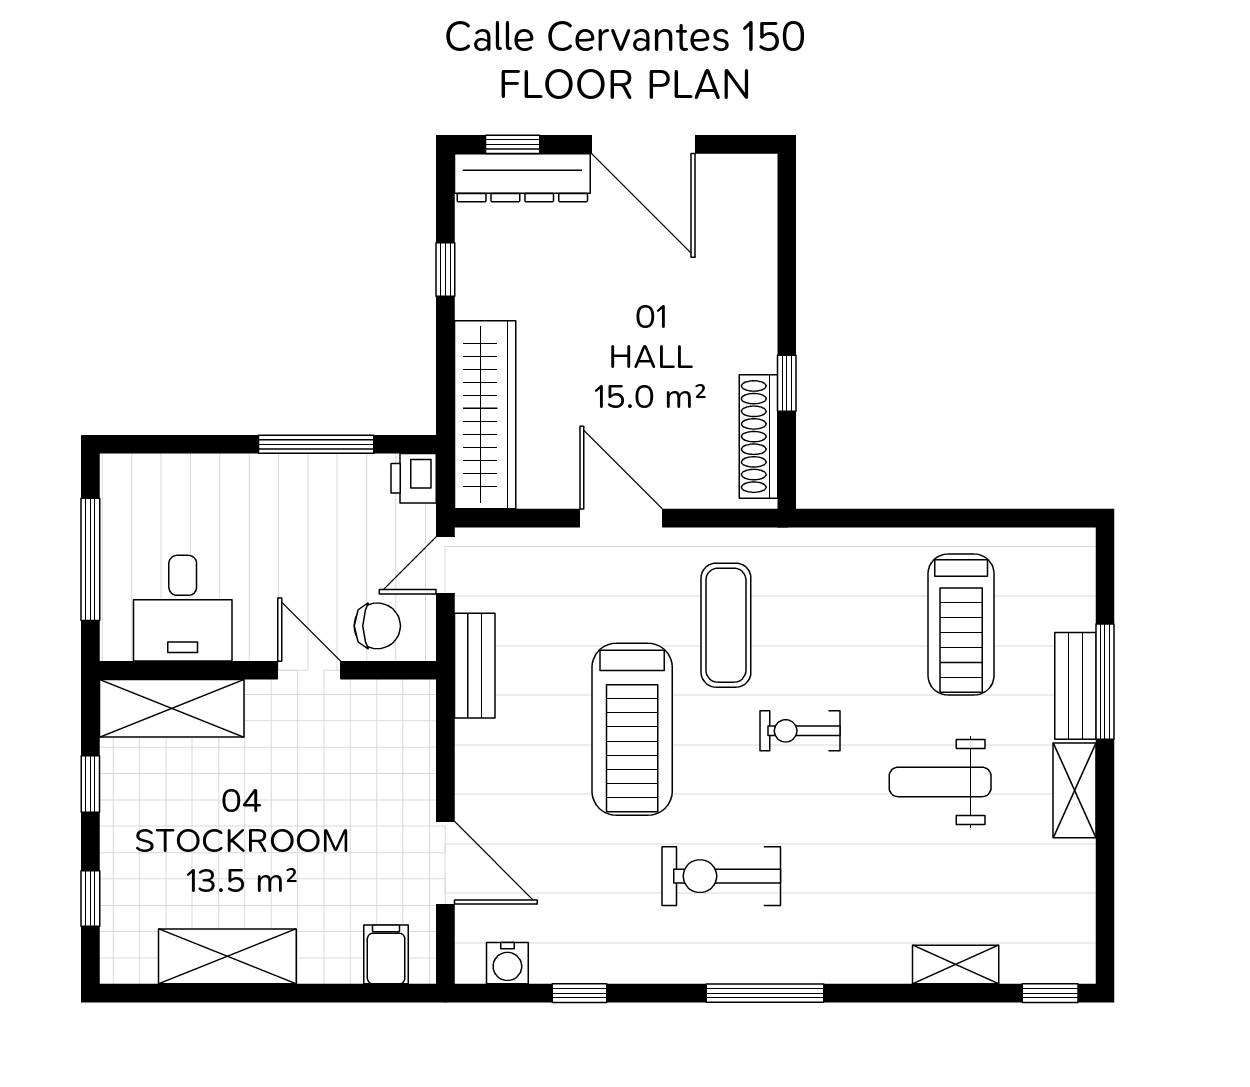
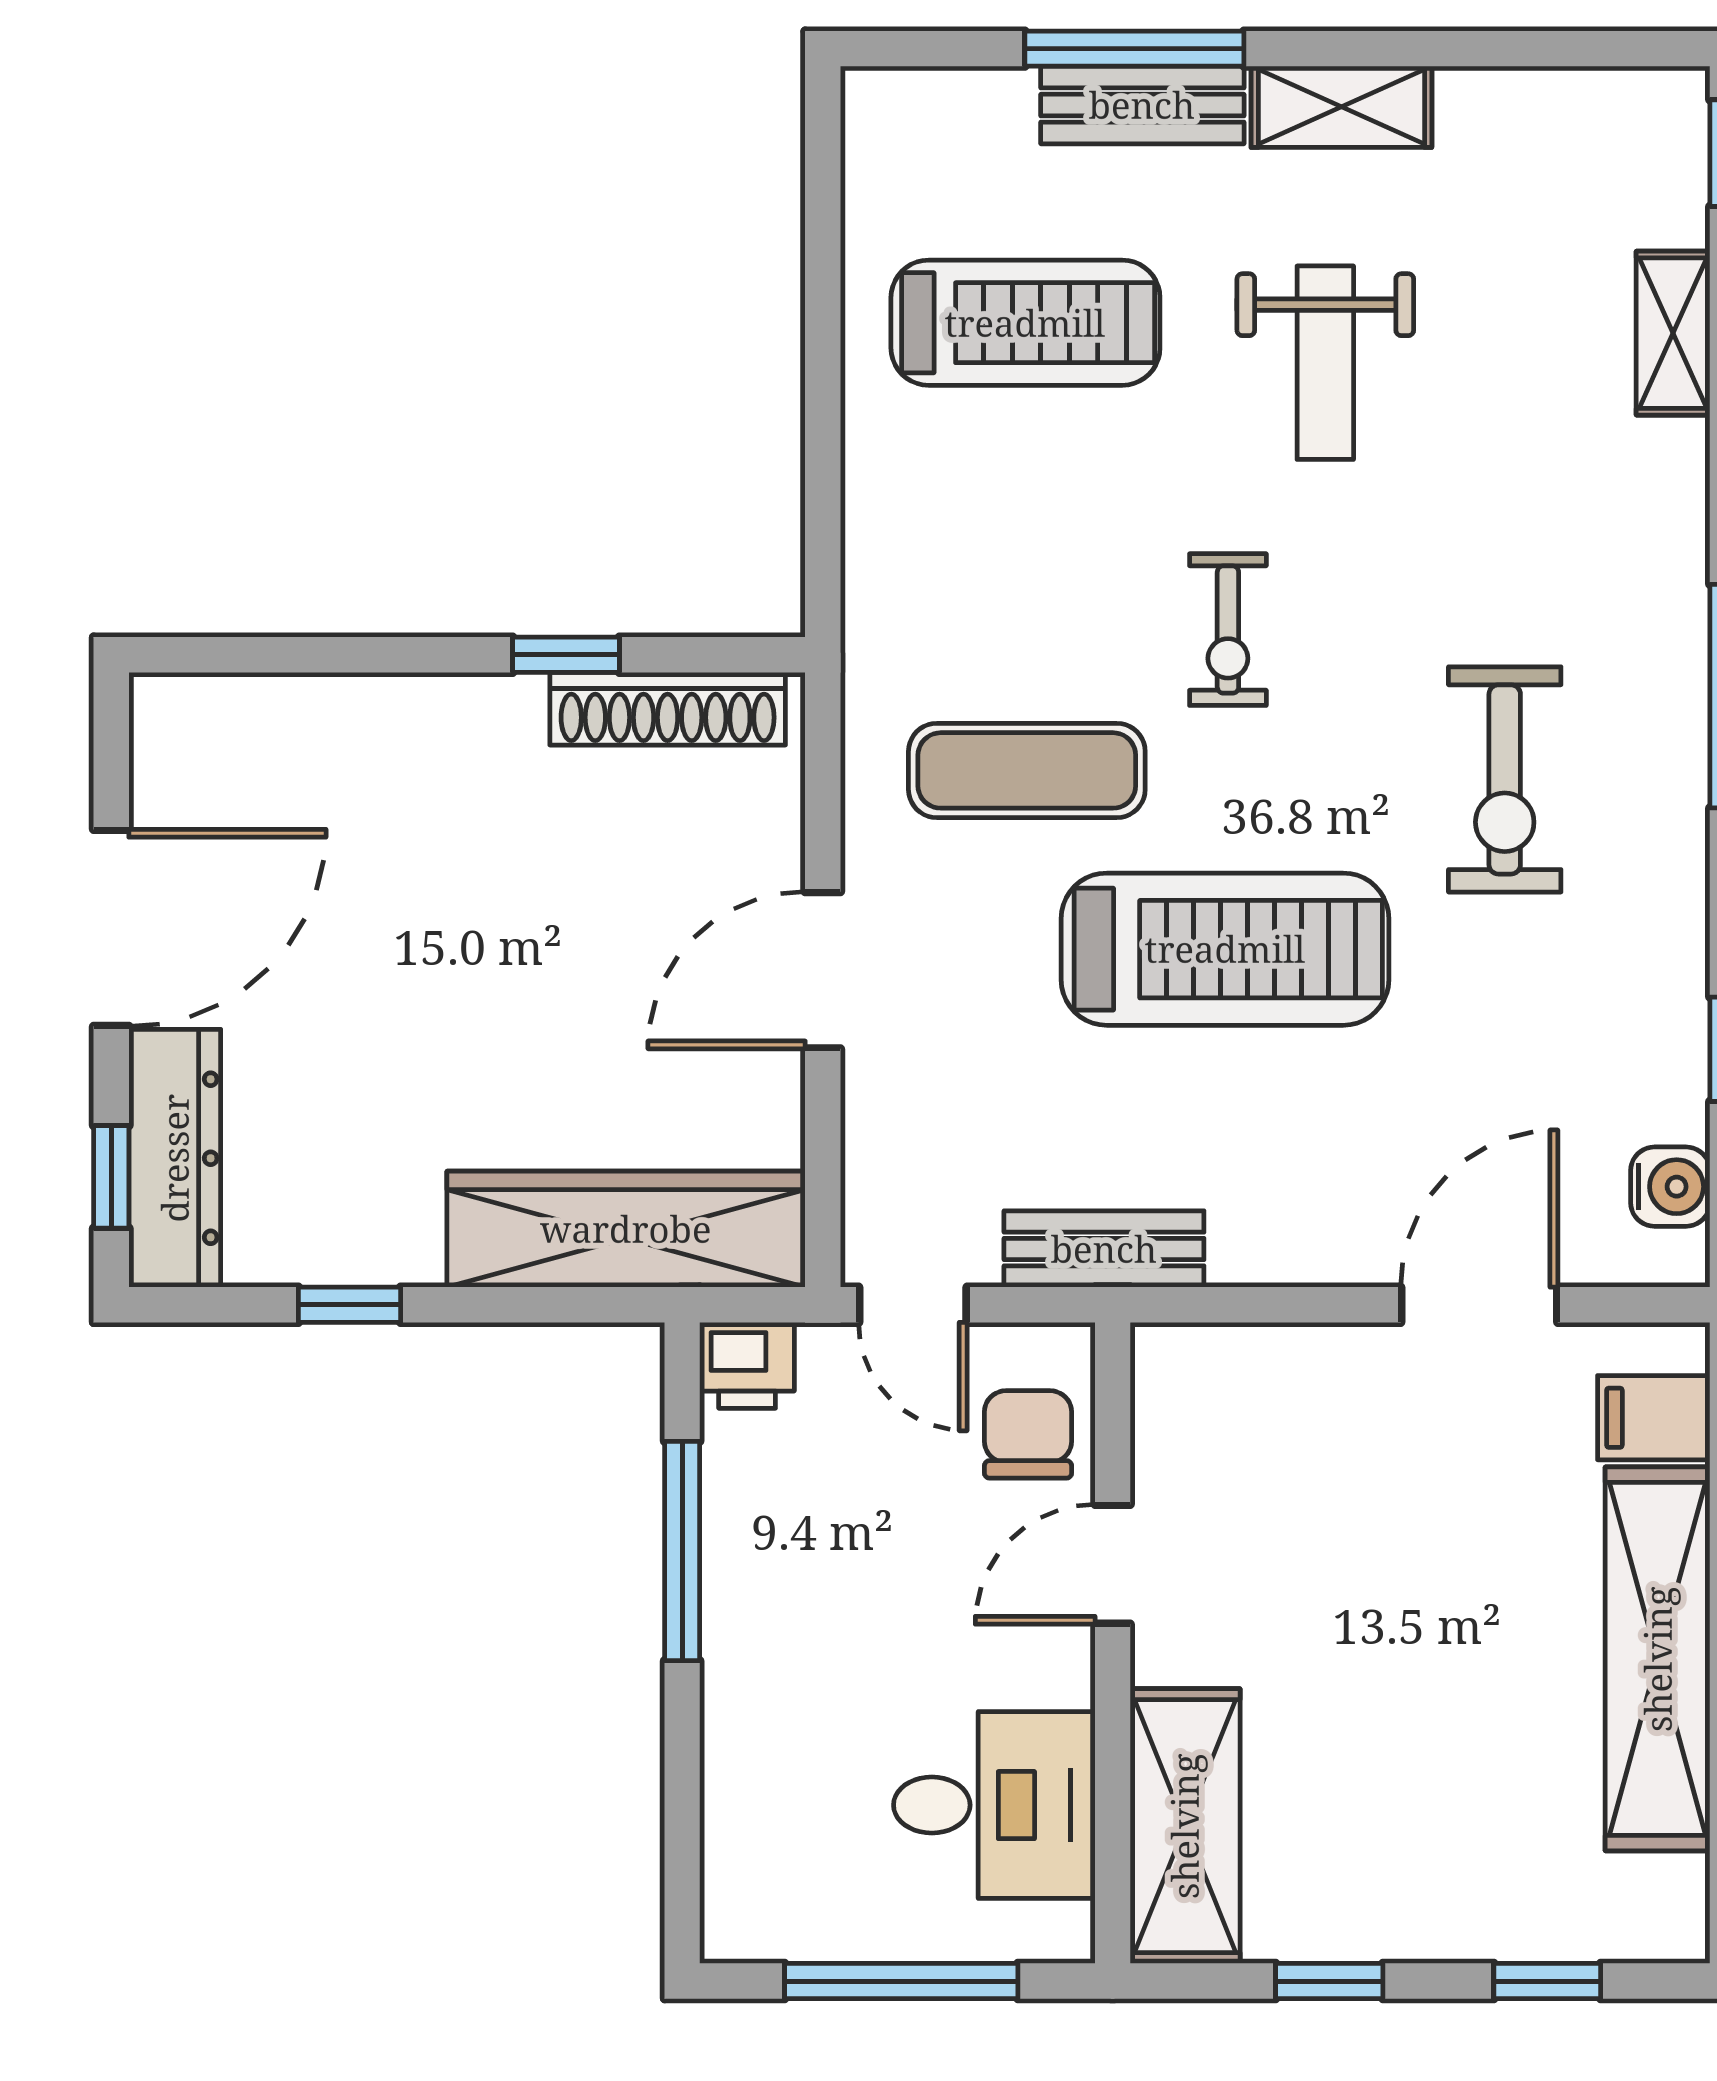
shelving: (227, 956) -> (1658, 1659), width x1.47

